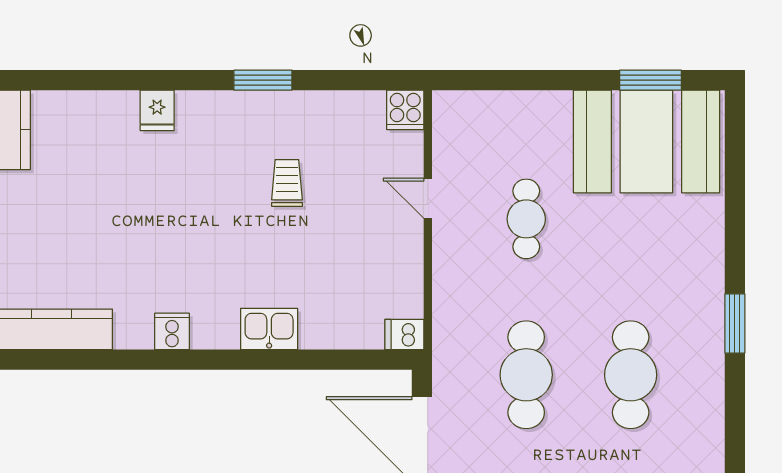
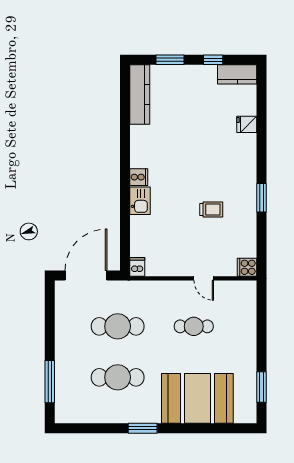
fridge: (157, 110) -> (247, 124), moved
booth: (646, 141) -> (197, 398), moved, turned 90
door: (428, 198) -> (204, 278), swing flipped
cooker: (172, 331) -> (139, 177), moved

